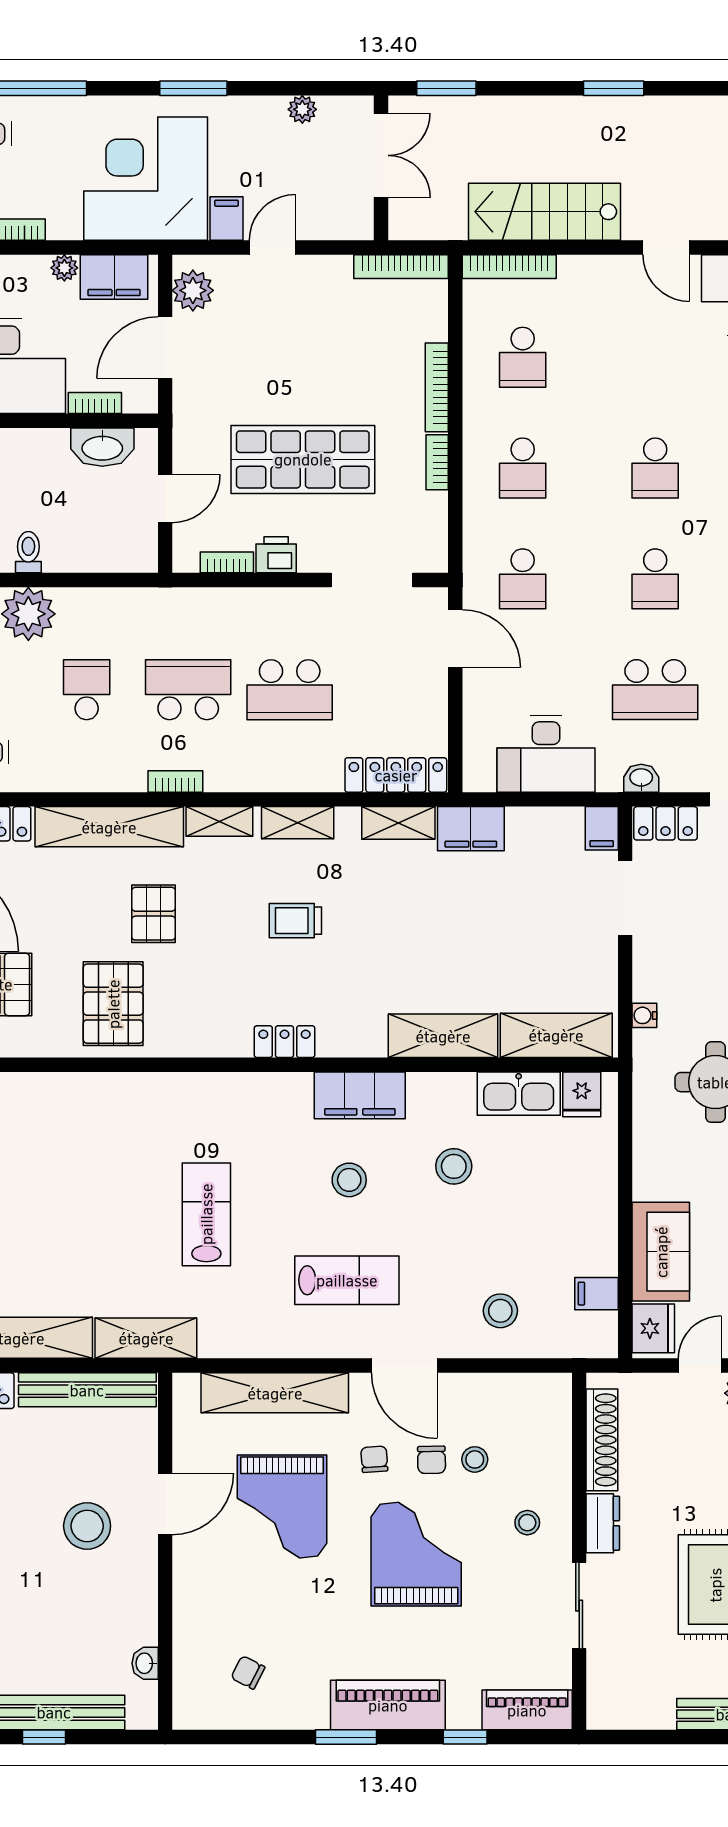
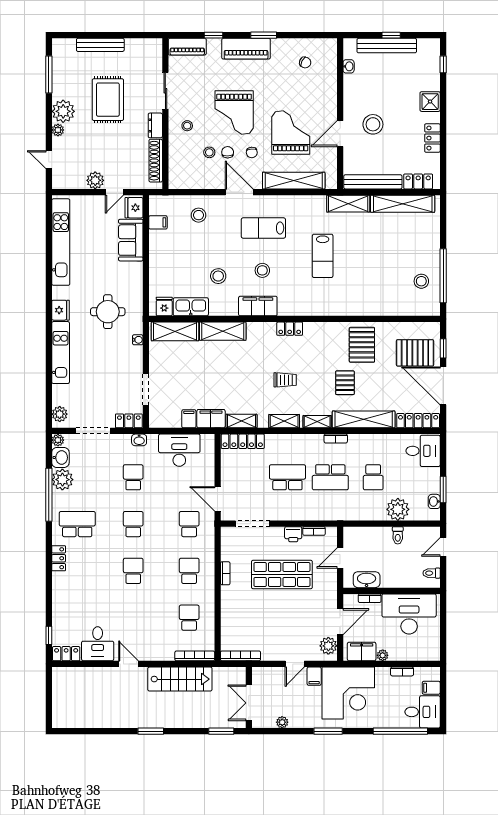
bookcase: (437, 387) -> (225, 605), removed
school desk: (655, 690) -> (133, 477), width x0.54
filing cabinet: (602, 828) -> (189, 419), moved

